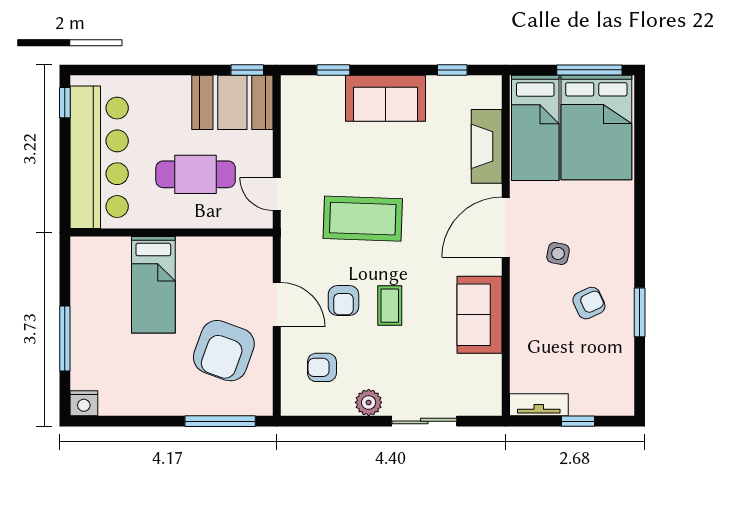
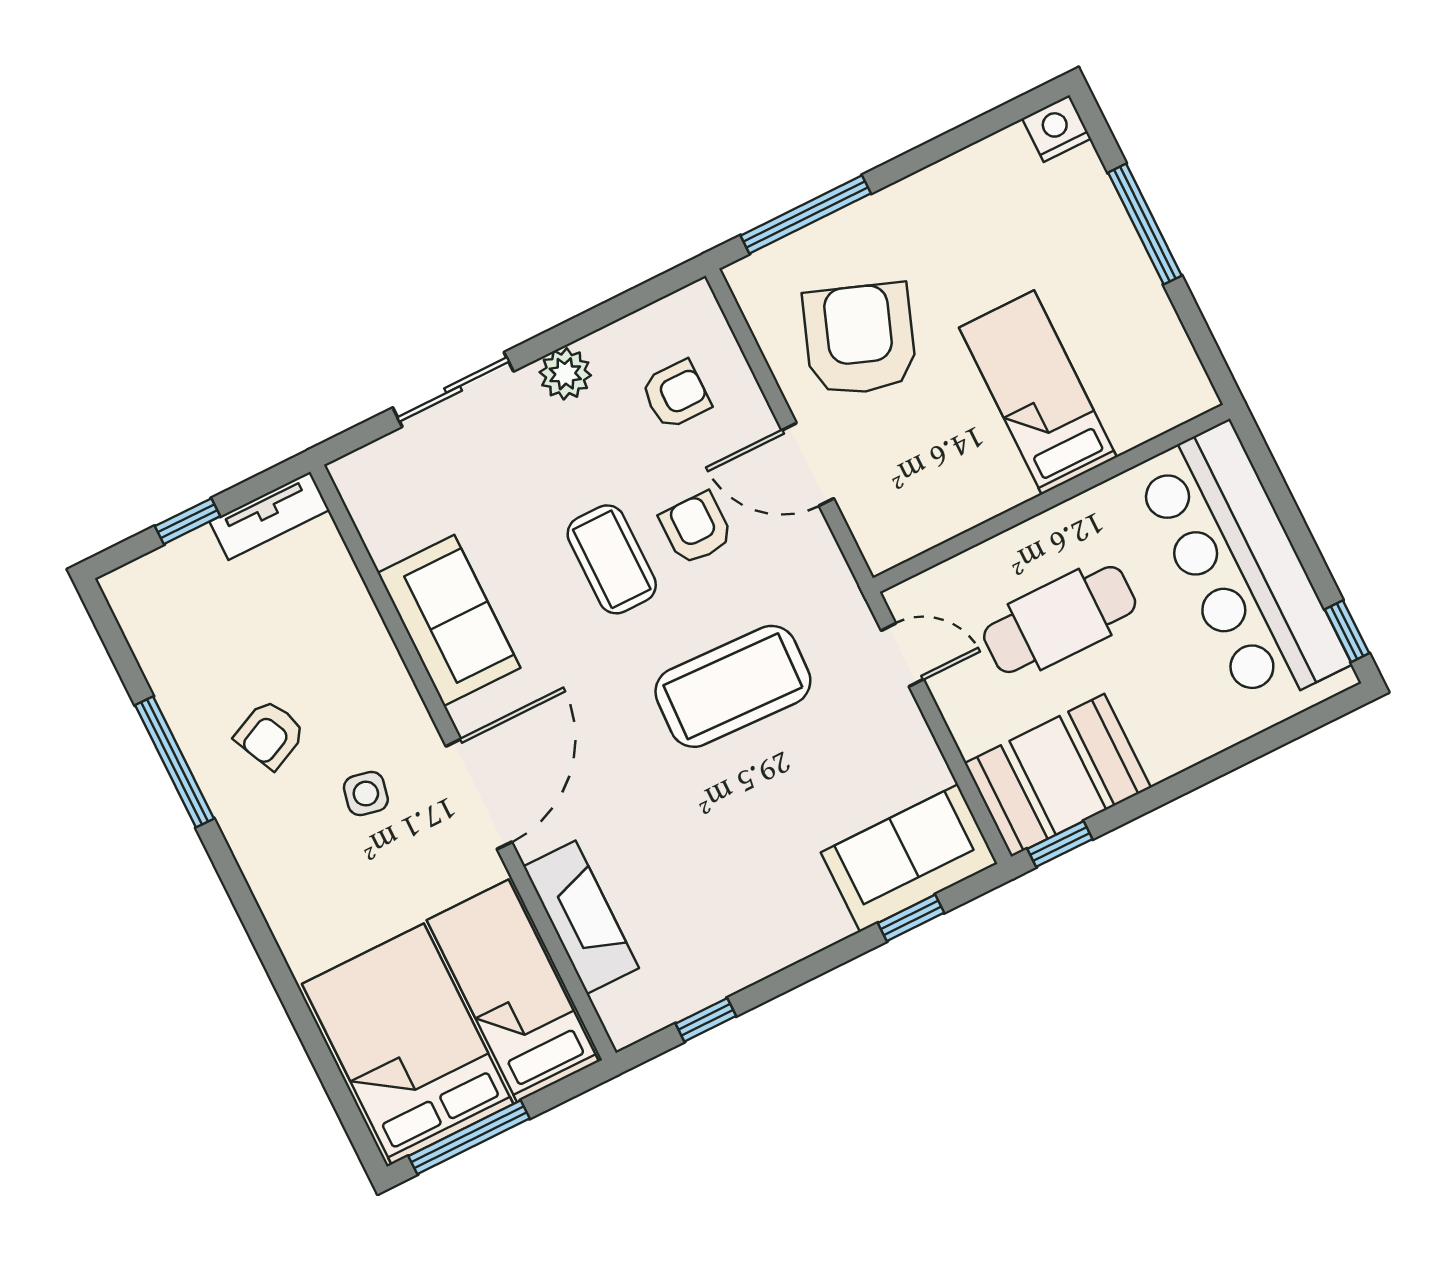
sofa: (386, 98) -> (909, 858), moved
coffee table: (390, 306) -> (612, 559), width x1.36, depth x1.30
window: (640, 312) -> (175, 762), width x1.44

